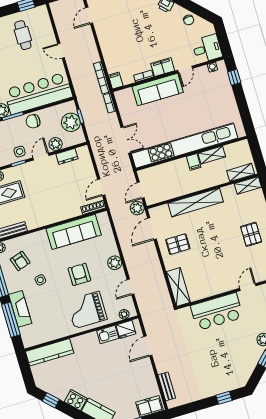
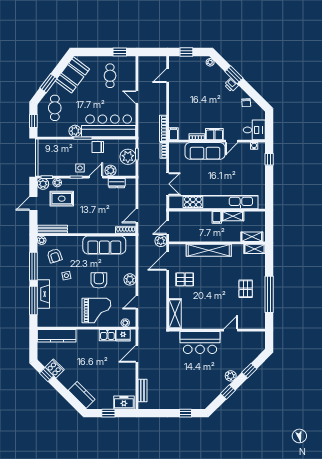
grand piano: (87, 310) -> (96, 311), turned 180
cooker: (76, 400) -> (55, 368), moved

